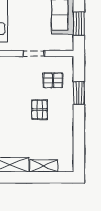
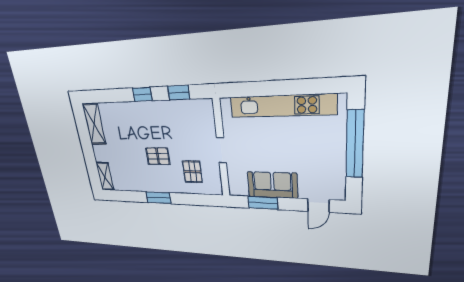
window: (79, 93) -> (158, 198), moved
shelving: (44, 166) -> (105, 176), moved

